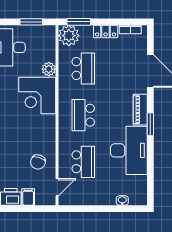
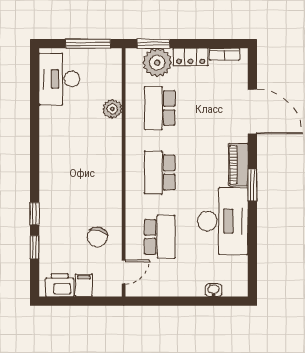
window: (31, 22) -> (88, 44), width x1.44
plant: (69, 36) -> (157, 63), moved
school desk: (83, 69) -> (160, 108), turned 180
corner desk: (37, 95) -> (97, 145), removed

